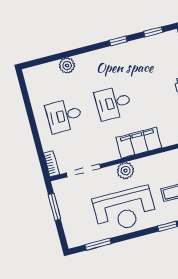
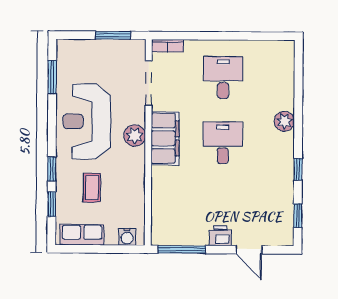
plant: (67, 65) -> (284, 121), moved
filing cabinet: (139, 143) -> (165, 138), moved

